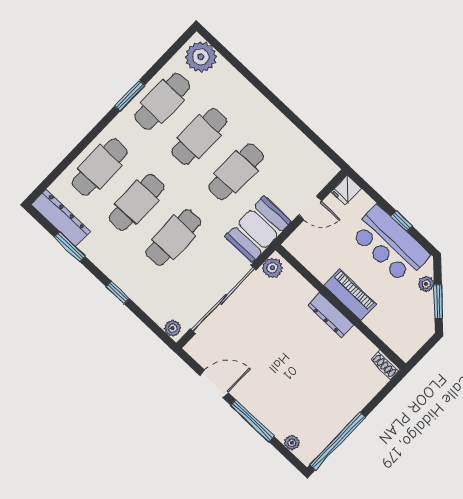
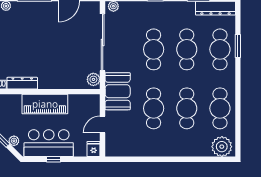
window: (130, 96) -> (238, 46), moved
piano: (350, 295) -> (45, 104), width x1.37, depth x1.33
dresser: (331, 315) -> (22, 83), moved

